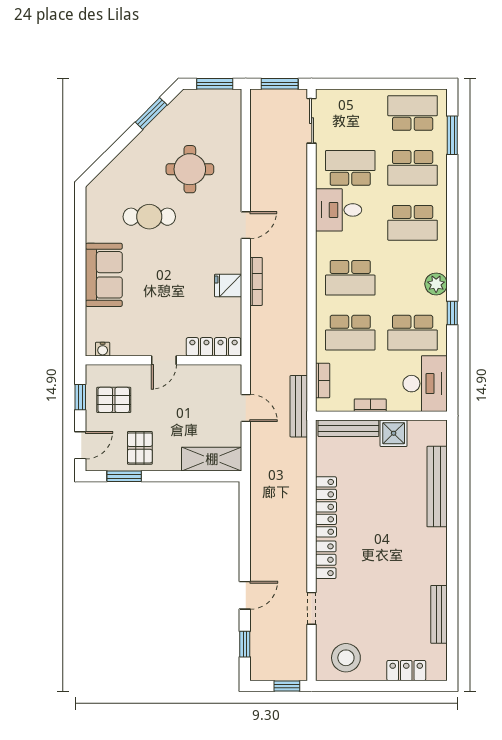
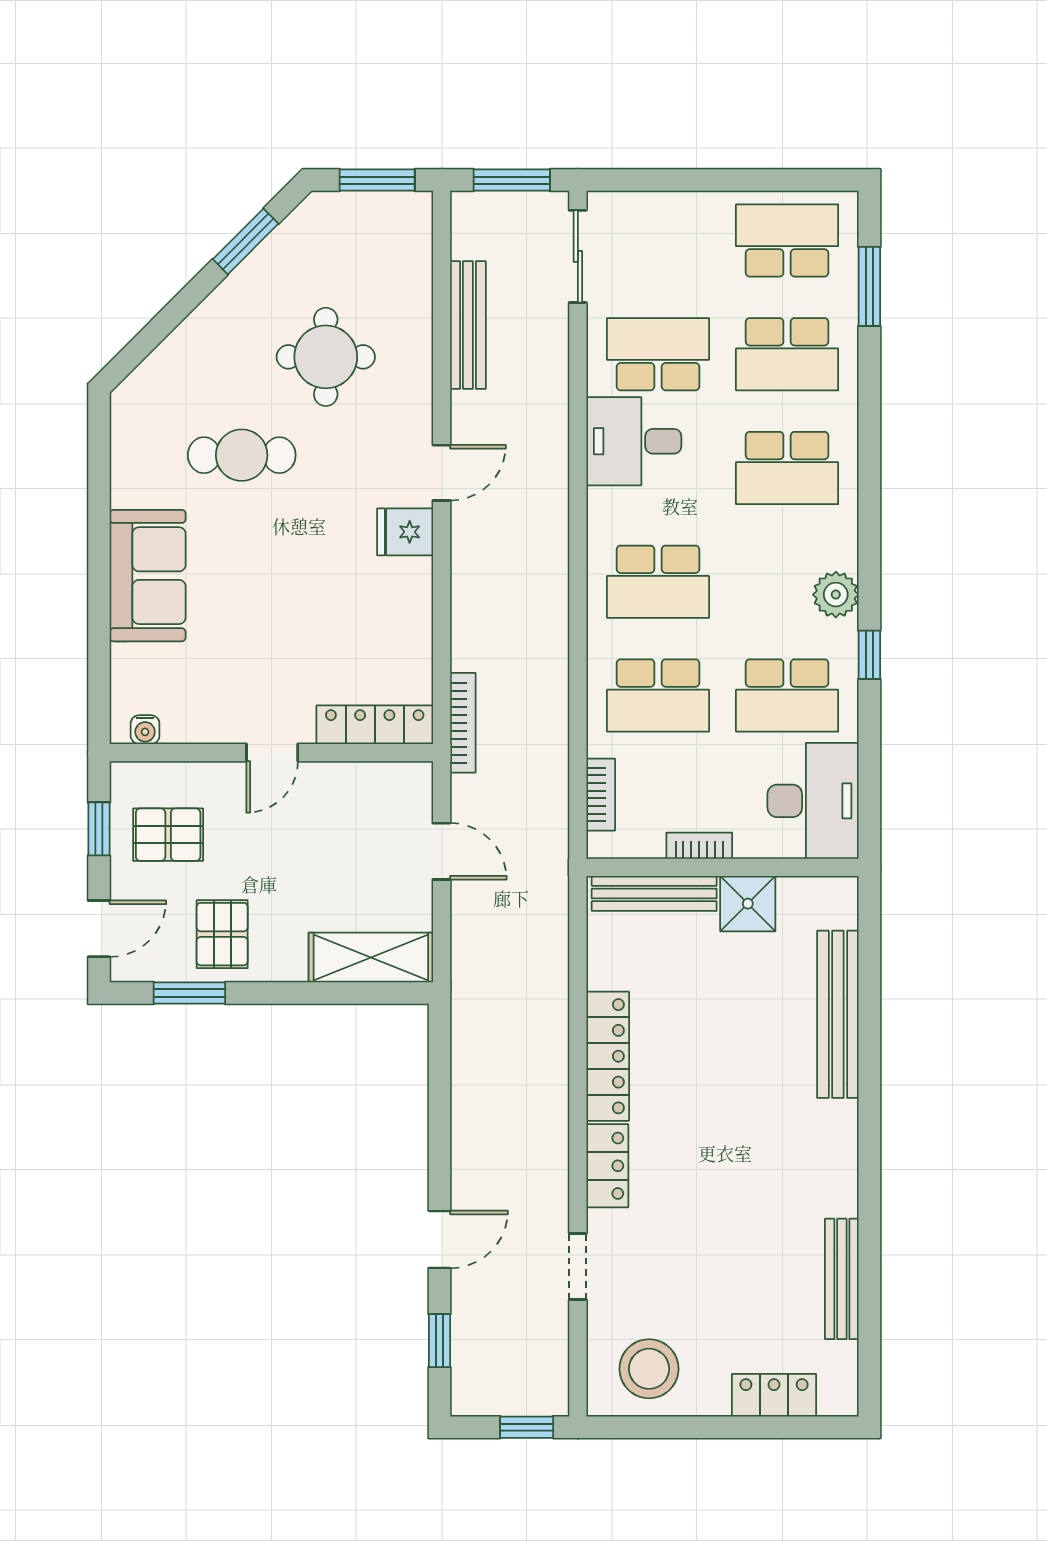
bookcase: (256, 281) -> (463, 723), moved
fridge: (228, 286) -> (405, 532), moved
bench: (299, 406) -> (468, 325), moved

